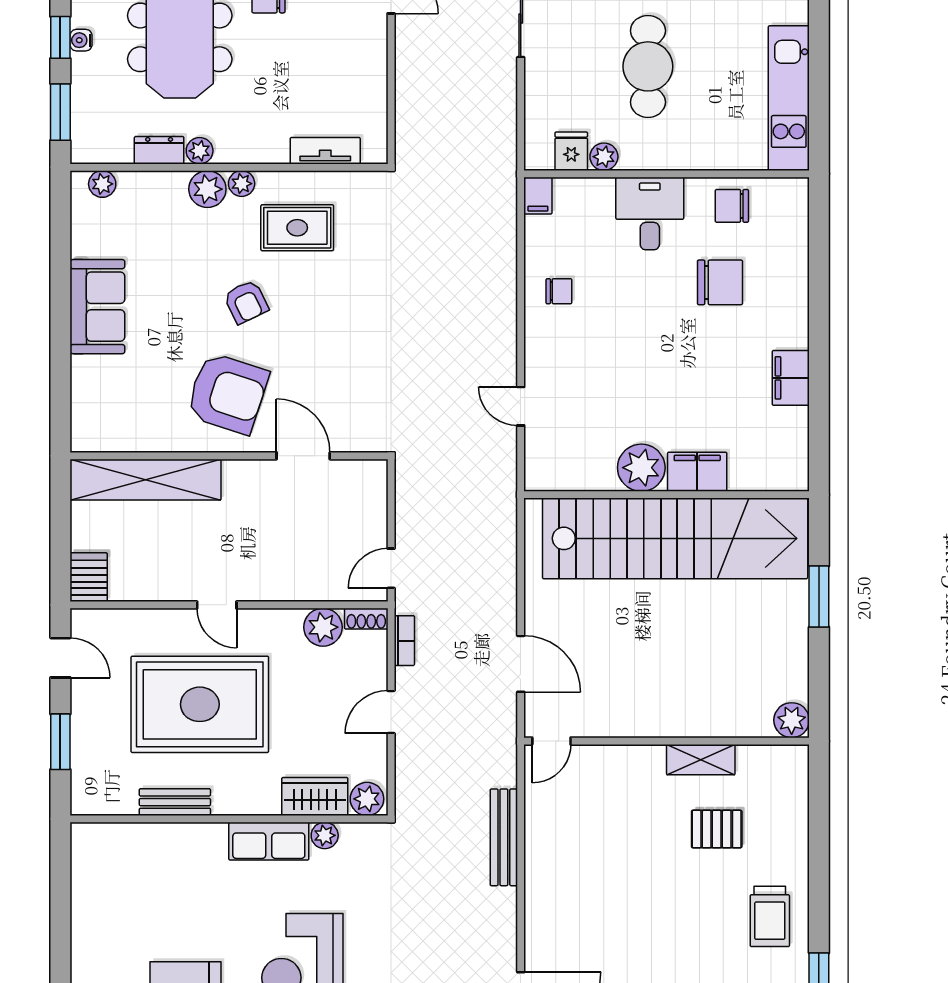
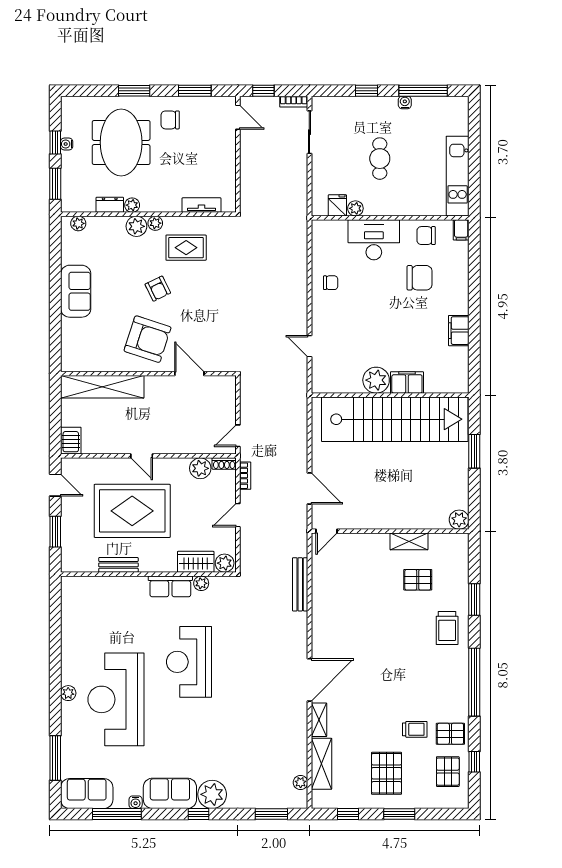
cafe table: (648, 66) -> (380, 159), width x0.73, depth x0.74
filing cabinet: (538, 196) -> (461, 230), moved
desk: (650, 213) -> (374, 240), width x1.37
window: (819, 865) -> (474, 599), added

